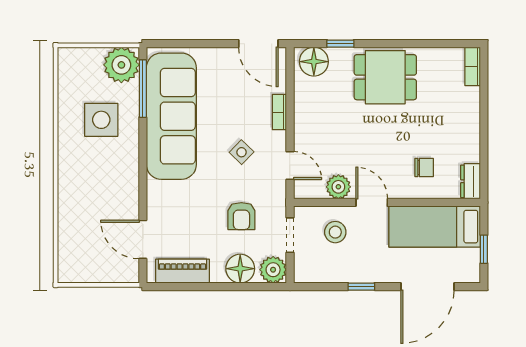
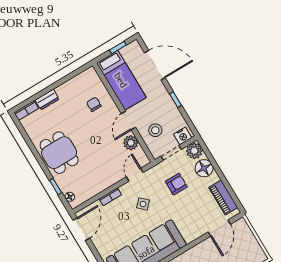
floor lamp: (314, 62) -> (70, 197), width x0.53, depth x0.53
dresser: (471, 181) -> (47, 100), moved
nightstand: (304, 266) -> (183, 136), added

